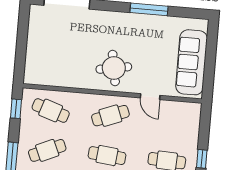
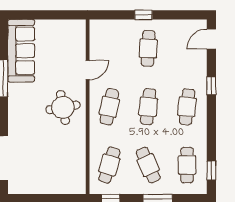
sofa: (192, 62) -> (21, 51), moved, turned -90
cafe table: (110, 116) -> (109, 107), turned 33

